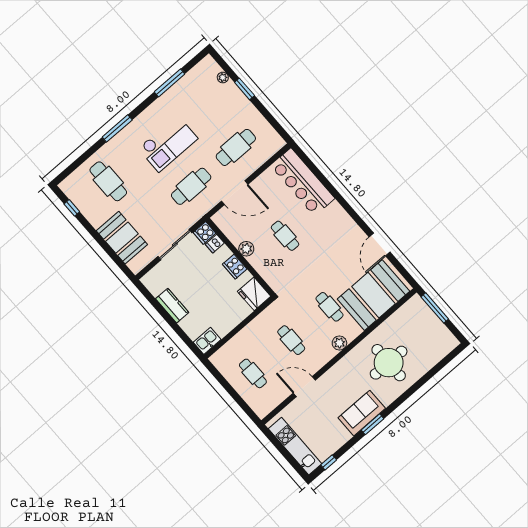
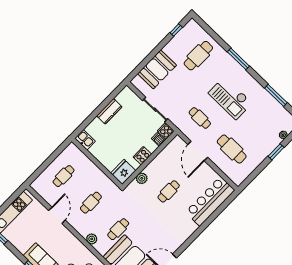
cafe table: (191, 186) -> (200, 118), width x0.73, depth x0.74
plant: (246, 249) -> (142, 178), moved

